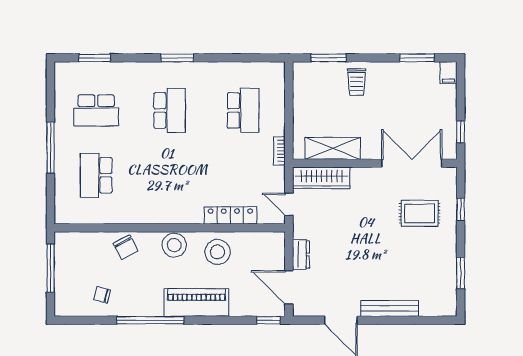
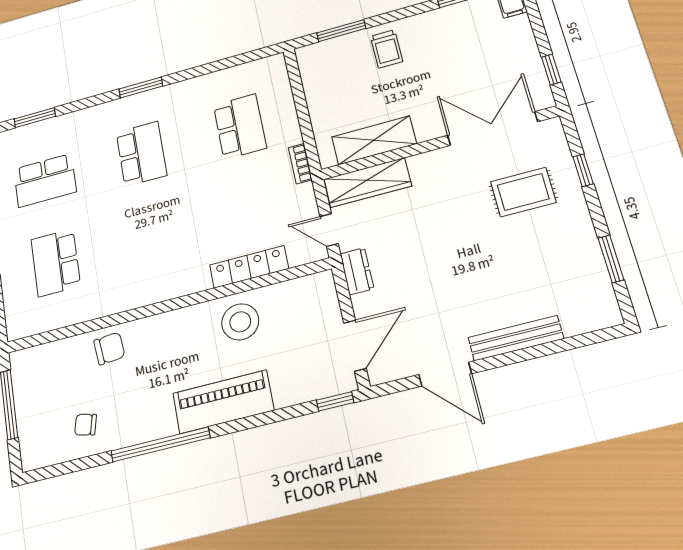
stool: (174, 245) -> (177, 328), removed
chair: (126, 247) -> (109, 348), turned -67
dresser: (301, 255) -> (357, 271), moved
door: (289, 287) -> (355, 346), swing flipped

